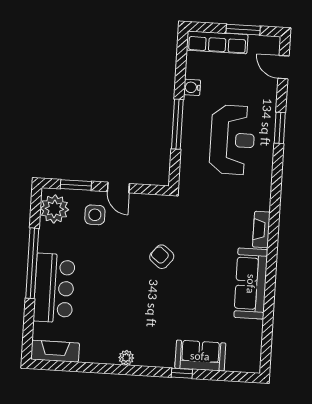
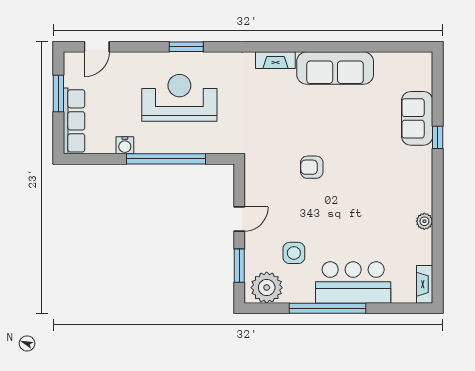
window: (177, 124) -> (166, 159), width x1.46
window: (280, 128) -> (186, 47), moved
side table: (95, 215) -> (294, 253), moved
armchair: (162, 257) -> (312, 167), turned 51
fireplace: (55, 351) -> (425, 284), width x0.73, depth x0.76
plant: (126, 358) -> (424, 221), moved

